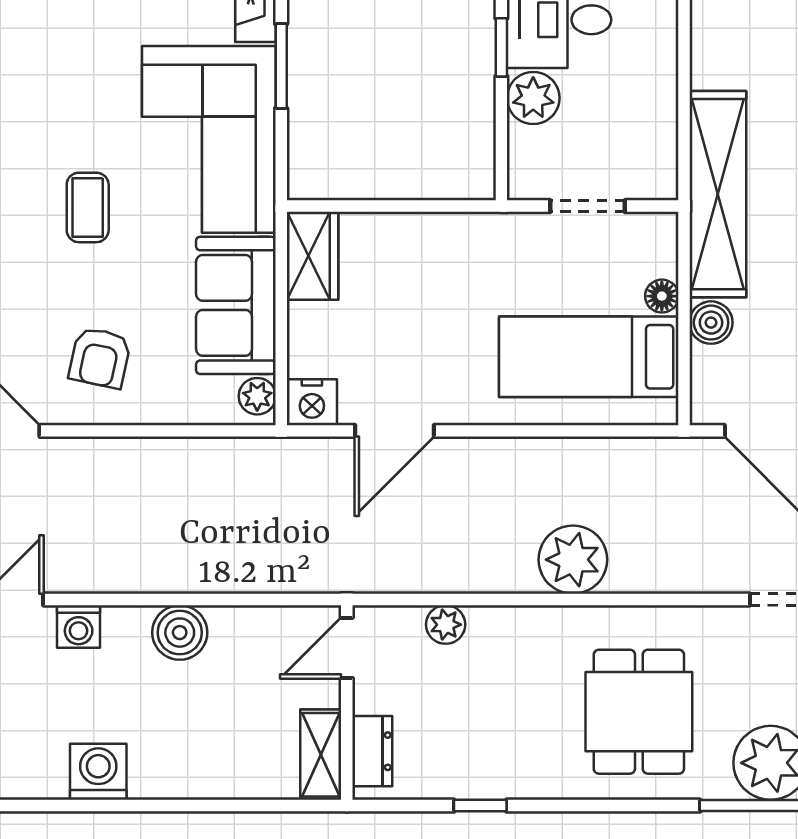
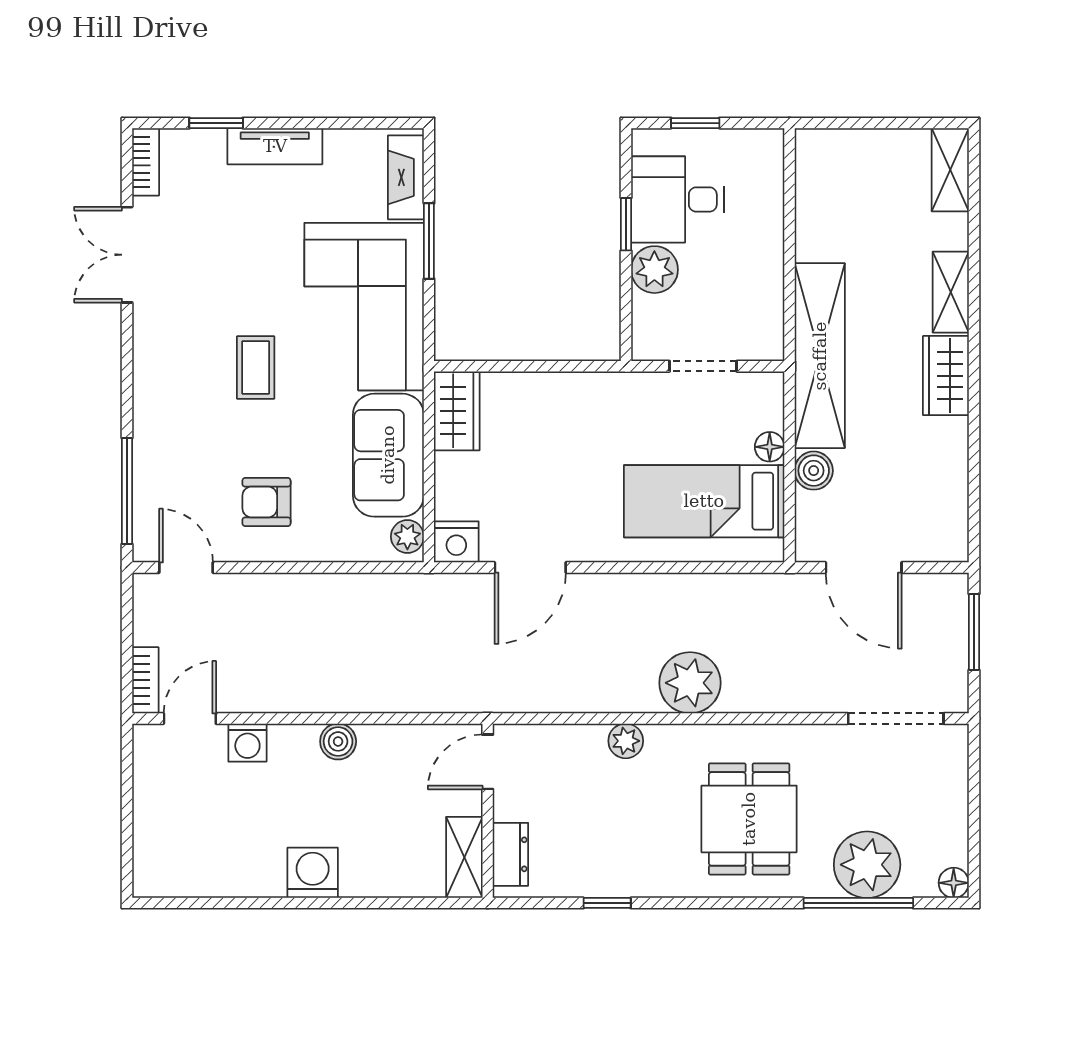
armchair: (100, 358) -> (266, 502), turned 78
plant: (446, 625) -> (626, 741), moved
boiler: (180, 633) -> (338, 741), width x0.73, depth x0.73
washing machine: (98, 772) -> (313, 873), moved

